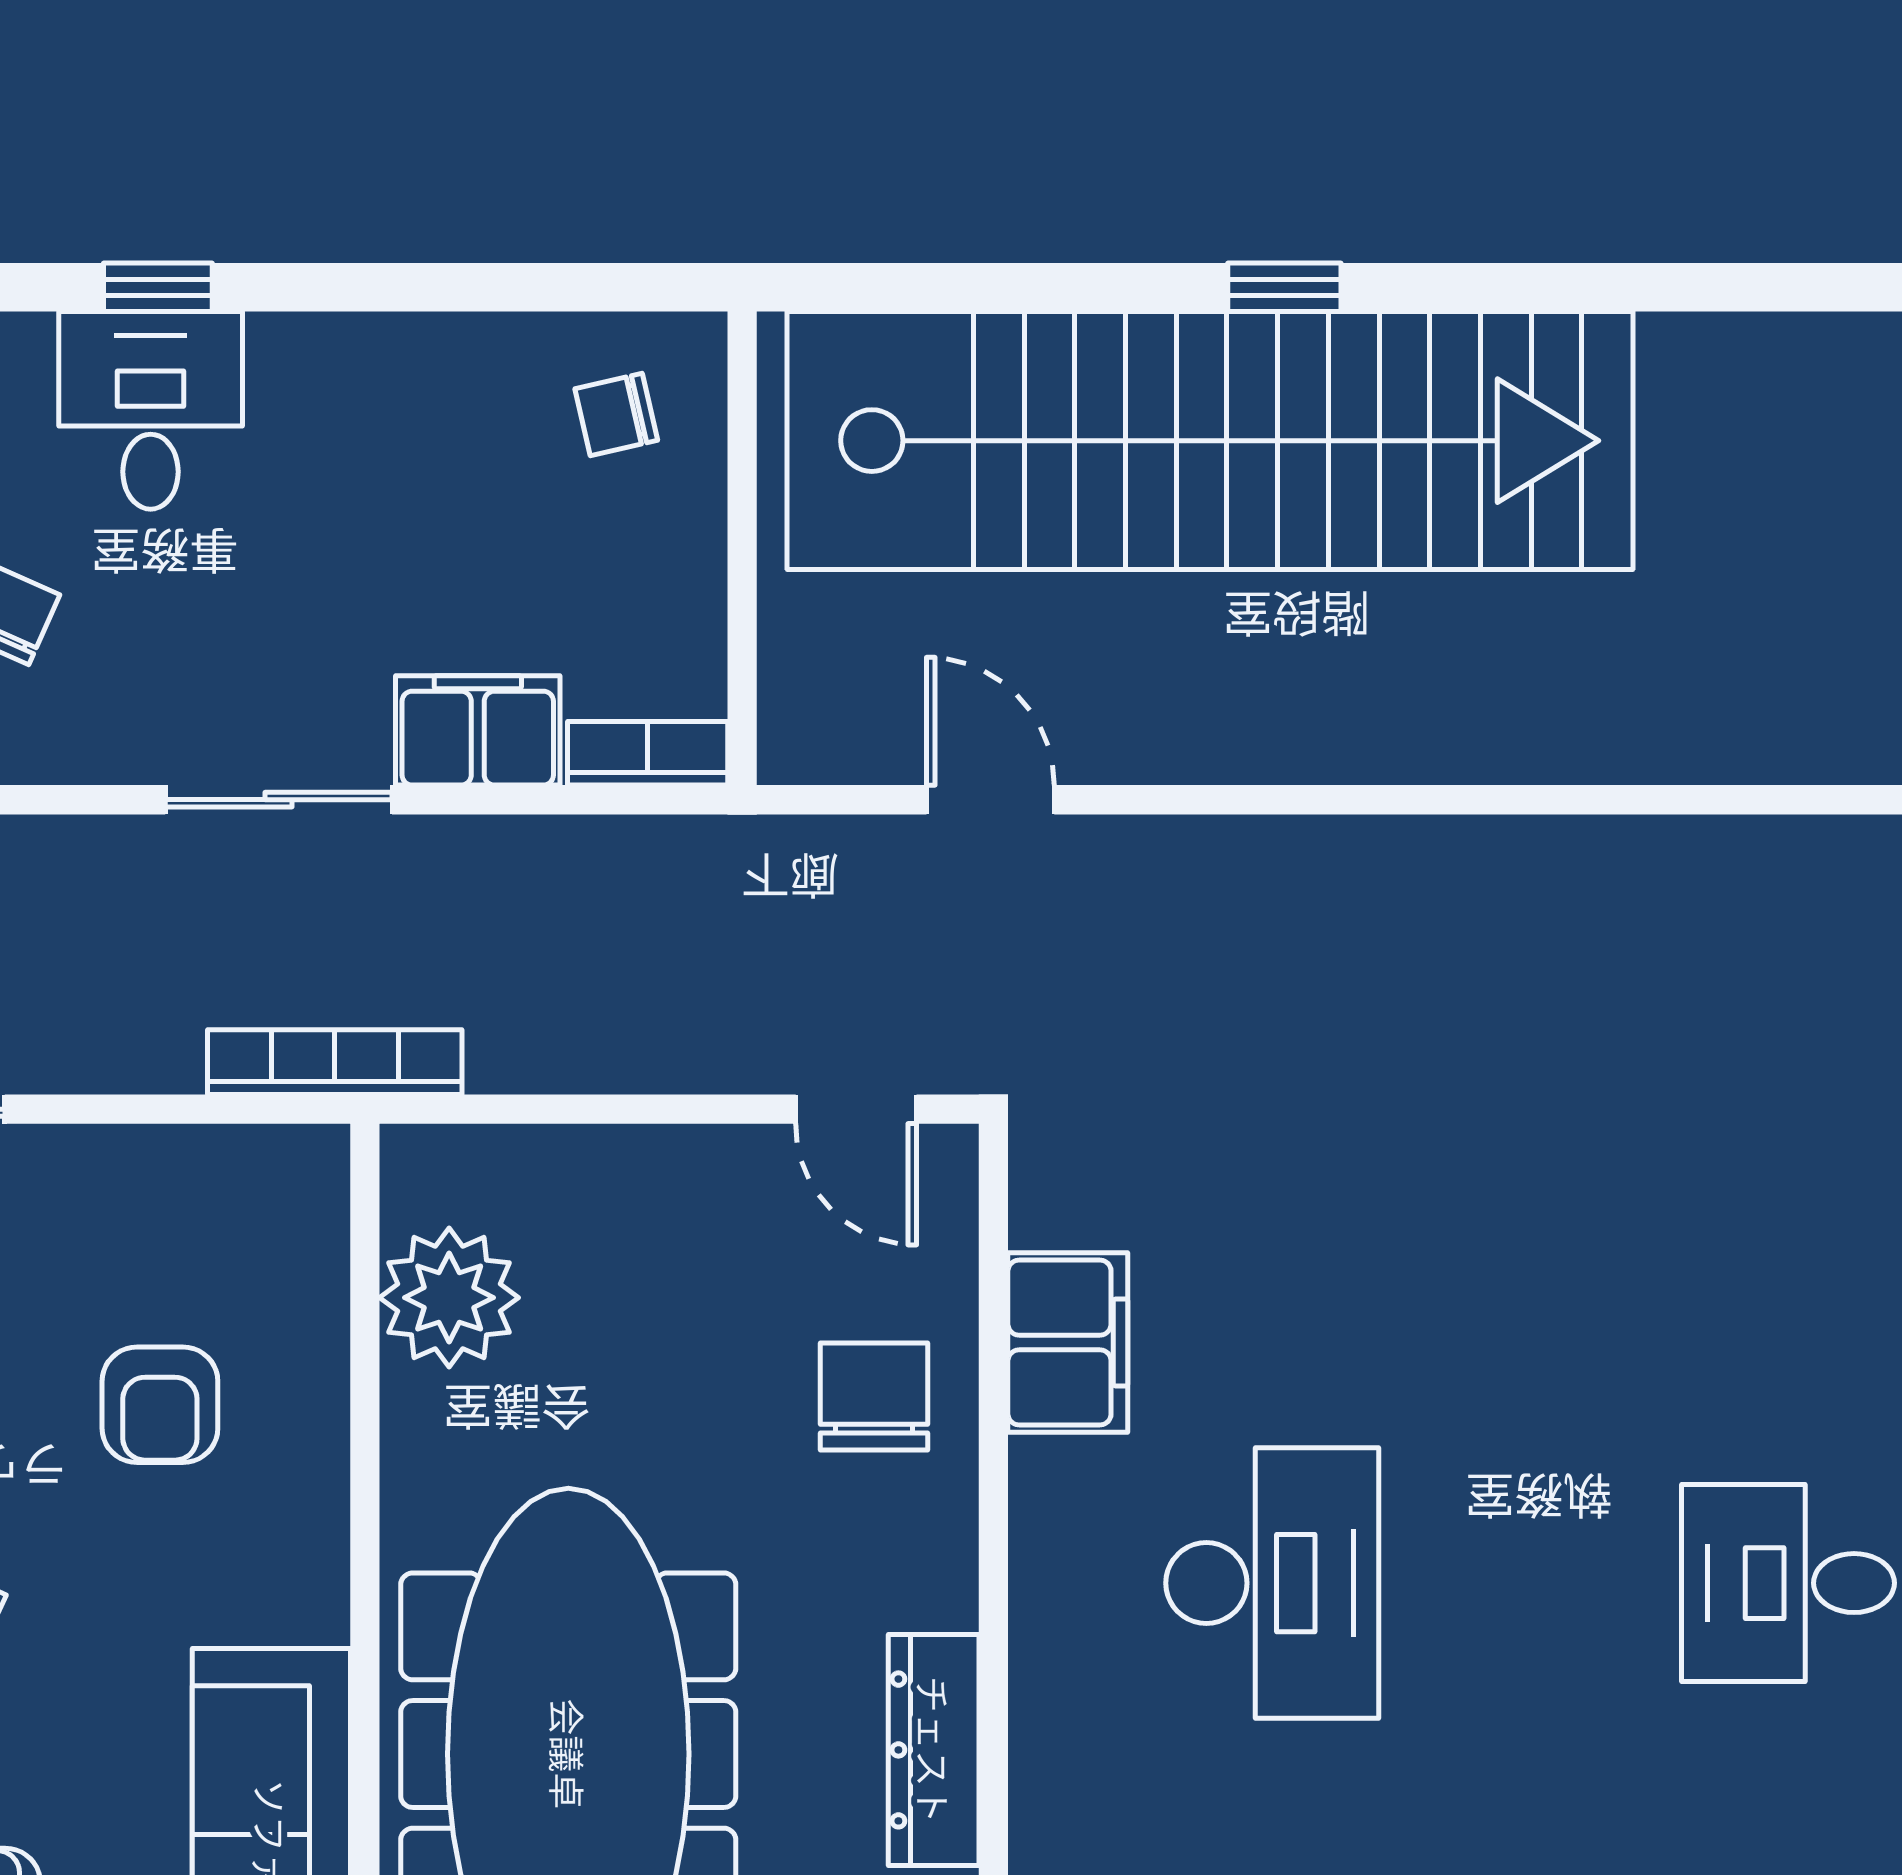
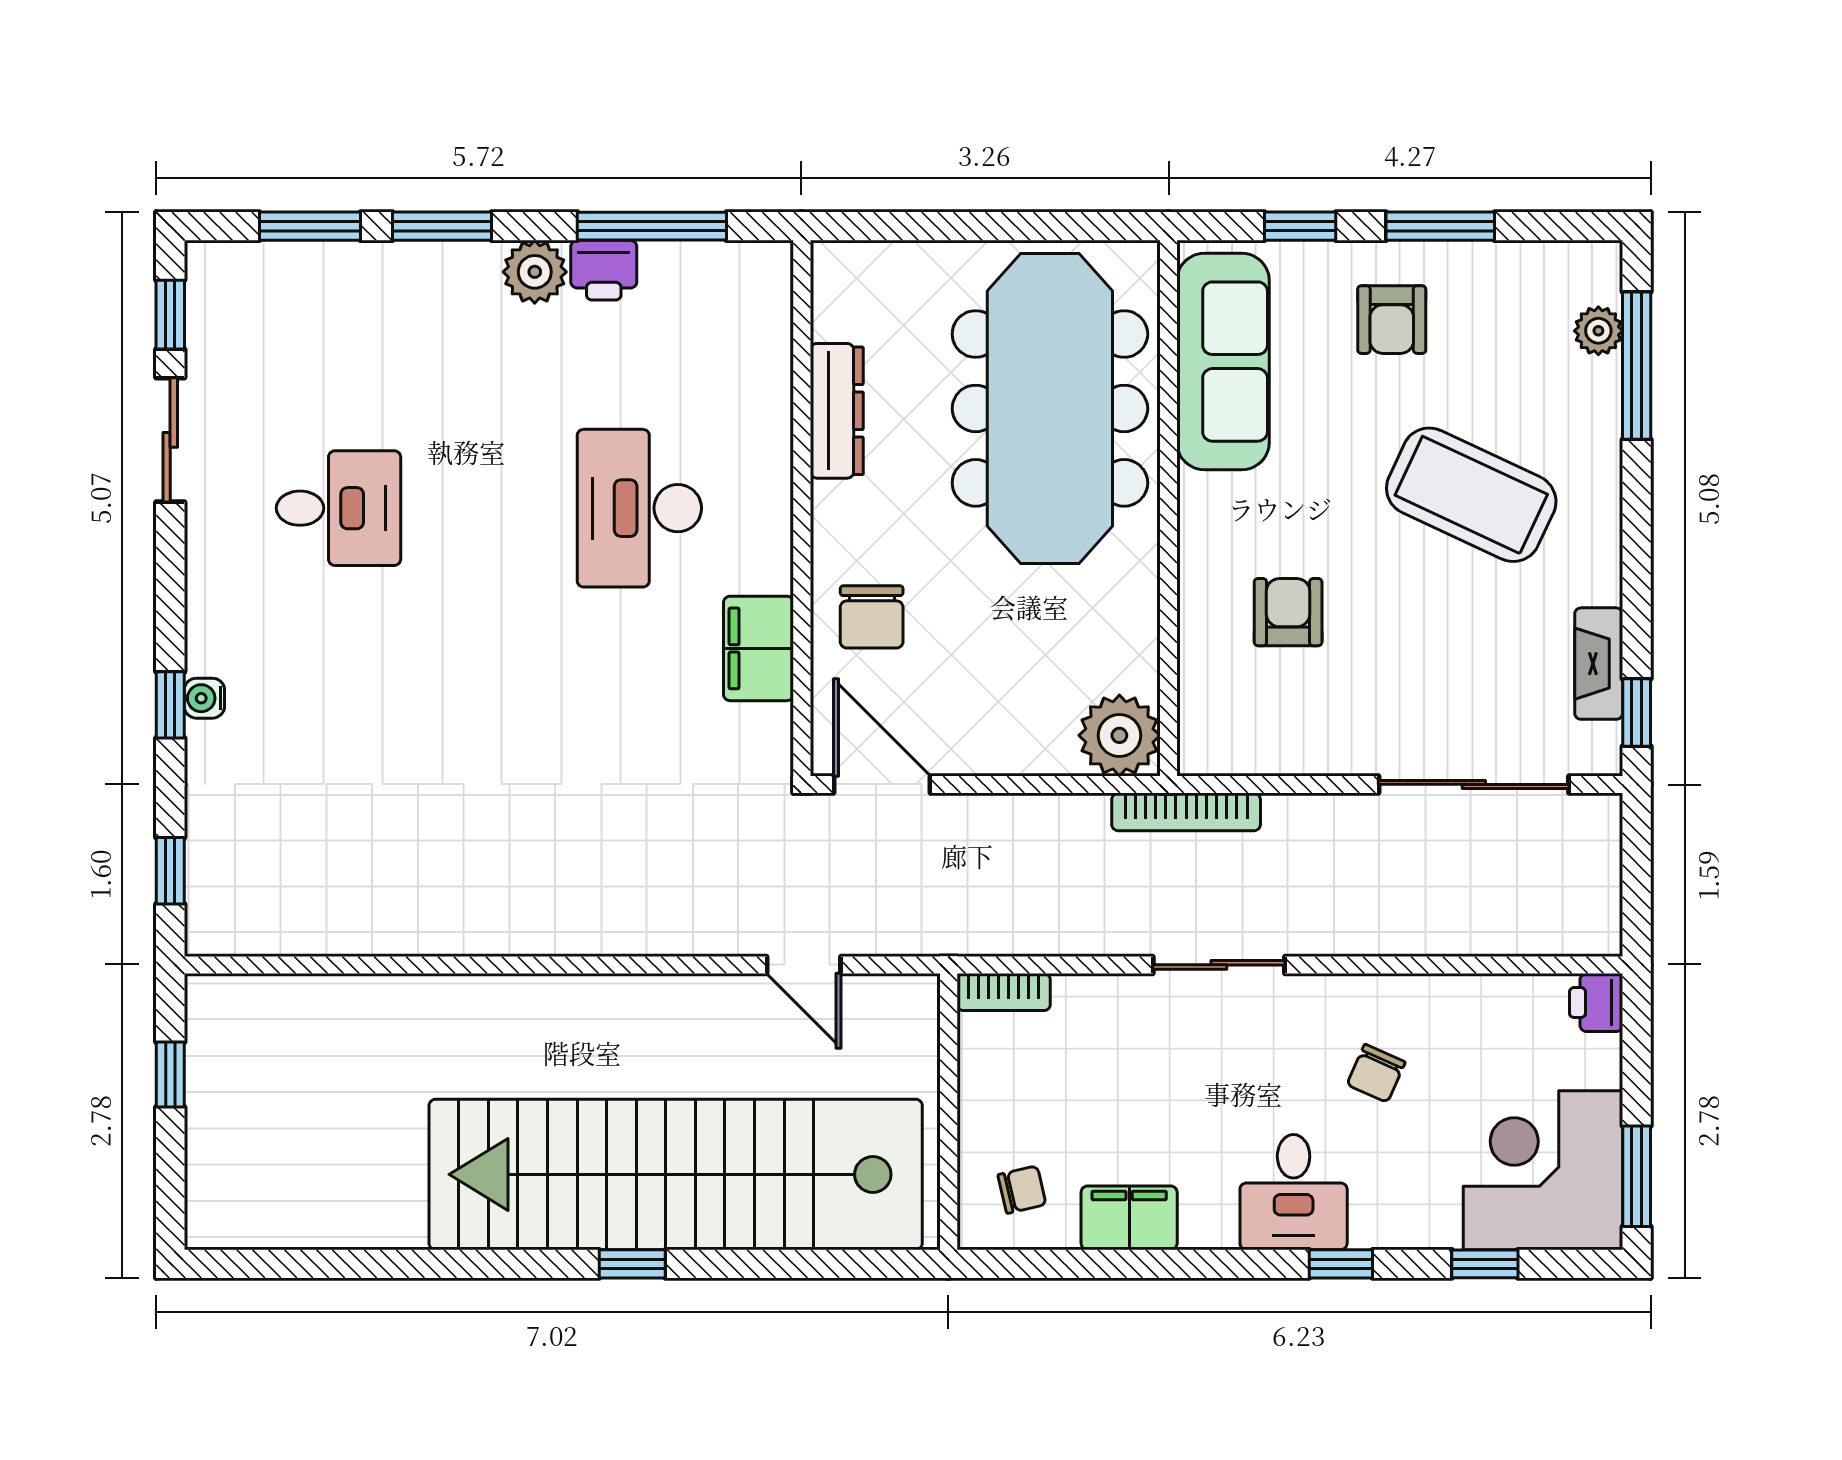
window: (158, 287) -> (1341, 1264), moved
filing cabinet: (478, 730) -> (1129, 1218), moved, turned 180
door: (856, 1109) -> (882, 784), width x1.38
plant: (449, 1298) -> (1119, 735), moved

